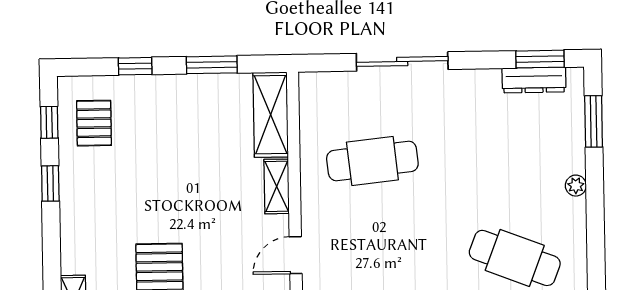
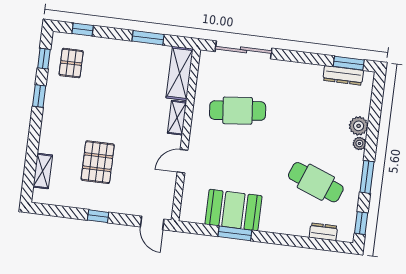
sliding door: (402, 61) -> (244, 50), moved
window: (135, 66) -> (83, 30), moved
window: (594, 121) -> (367, 177), moved
plant: (570, 158) -> (359, 126), added

